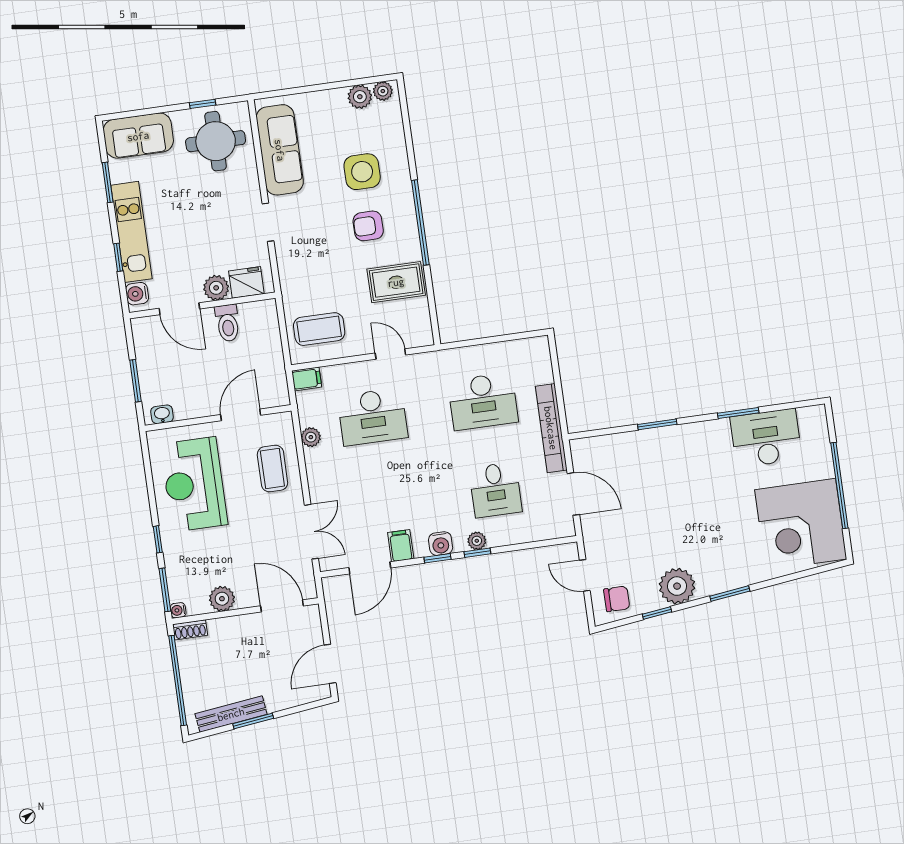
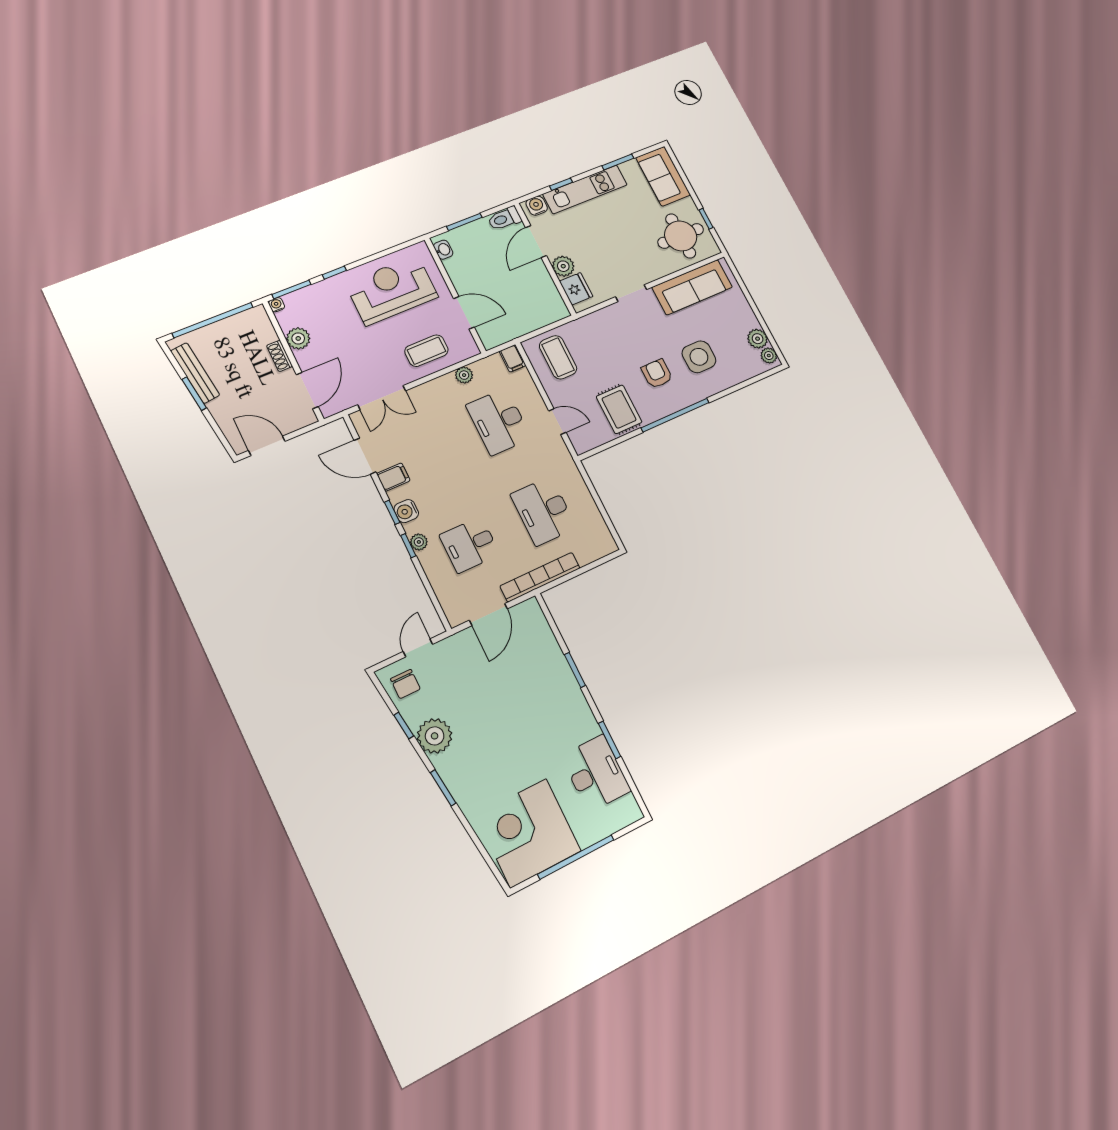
toilet: (228, 323) -> (504, 219), moved
door: (390, 354) -> (557, 422), hinge flipped
shoe rack: (190, 630) -> (280, 356), moved

